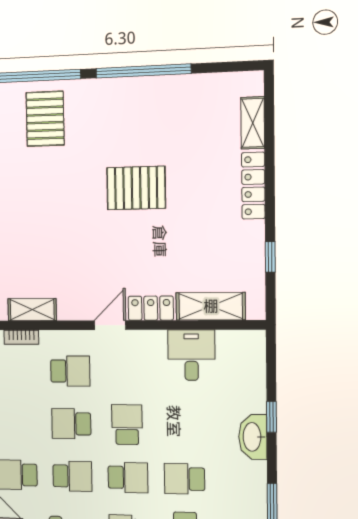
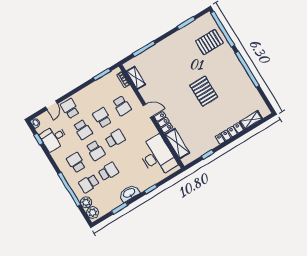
desk: (191, 355) -> (157, 156), width x1.87, depth x1.30
washbasin: (253, 437) -> (129, 193), moved
school desk: (185, 479) -> (108, 172), turned 90

